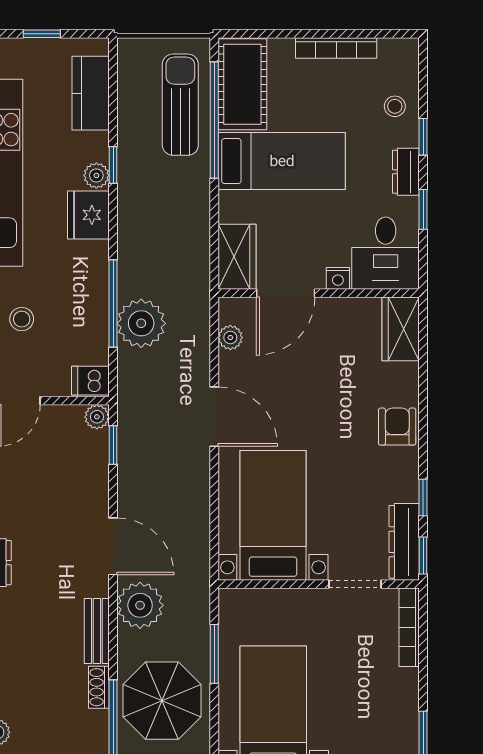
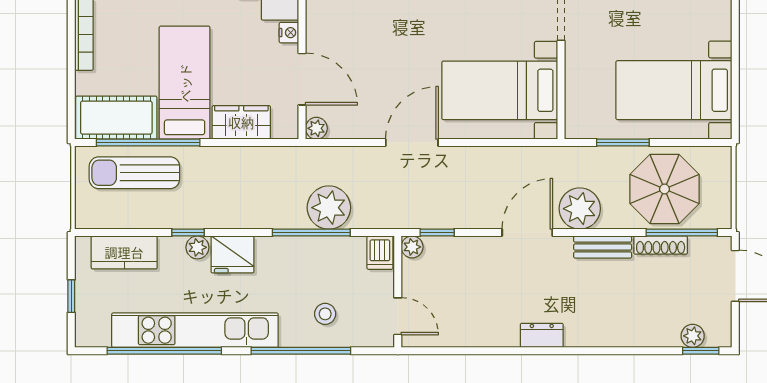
wardrobe: (237, 257) -> (241, 122), moved
plant: (230, 338) -> (316, 128), moved
shoe rack: (99, 687) -> (661, 245), width x1.43

